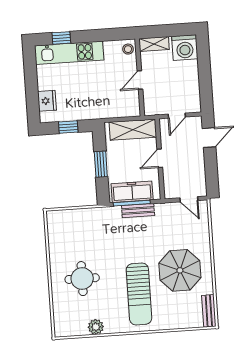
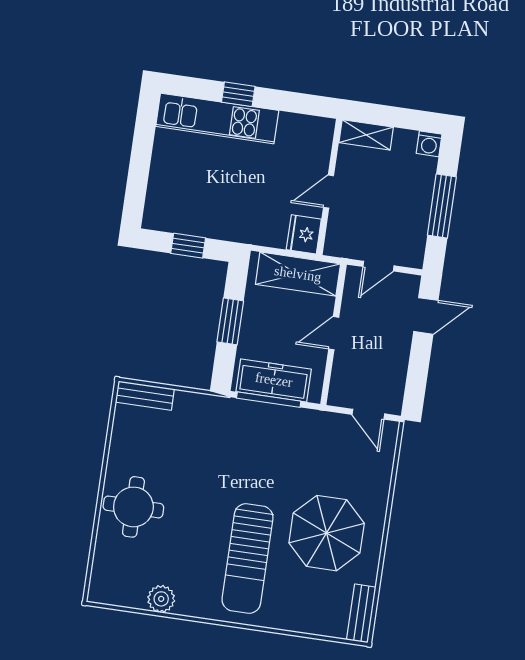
window: (61, 38) -> (238, 94), moved
washing machine: (185, 48) -> (429, 144), width x0.53, depth x0.53
stool: (128, 49) -> (320, 134), removed
window: (205, 75) -> (442, 206), added
fridge: (47, 101) -> (304, 234), moved, turned 180
bench: (138, 211) -> (145, 396), moved
round table: (82, 279) -> (133, 507), moved

